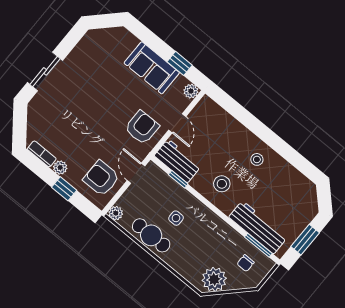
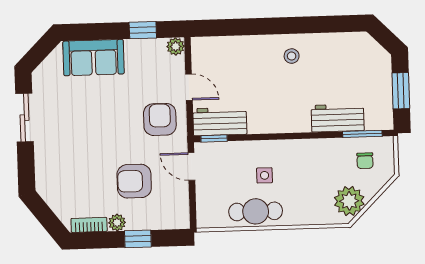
sofa: (152, 68) -> (94, 58), moved
sliding door: (45, 71) -> (25, 118), moved
armchair: (101, 178) -> (134, 181), moved
window: (178, 179) -> (214, 139), moved
stool: (222, 184) -> (279, 107), removed
plant: (116, 213) -> (205, 220), removed
workbench: (258, 227) -> (338, 118), width x0.73

